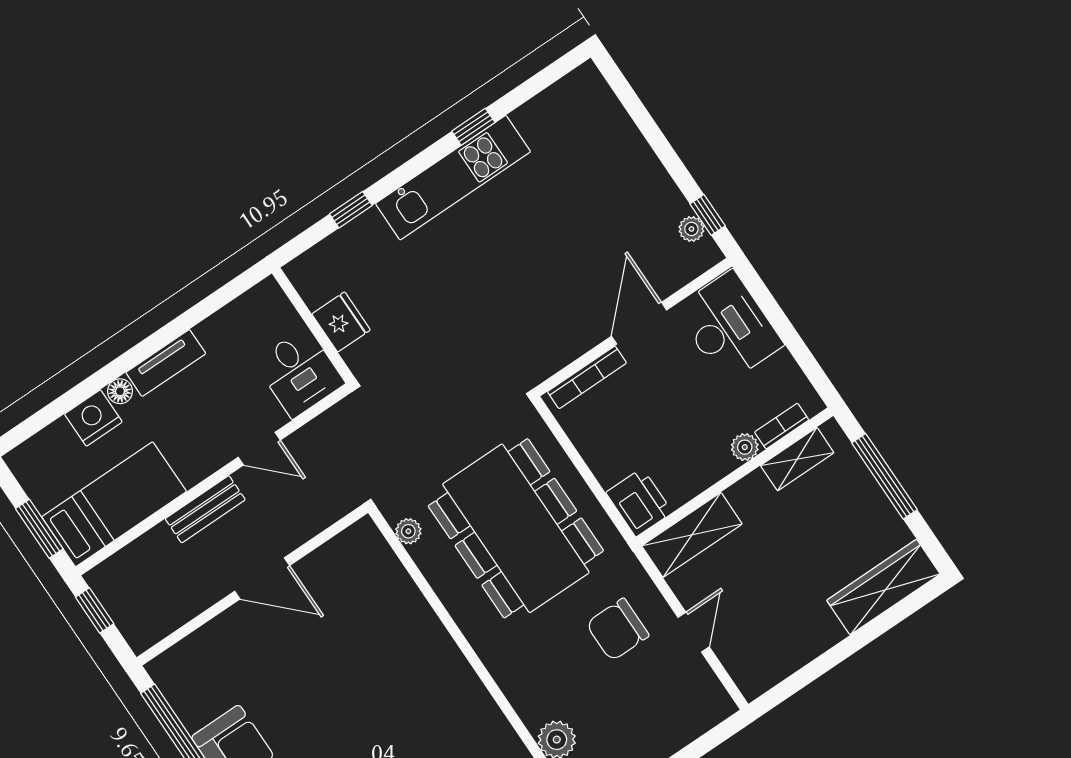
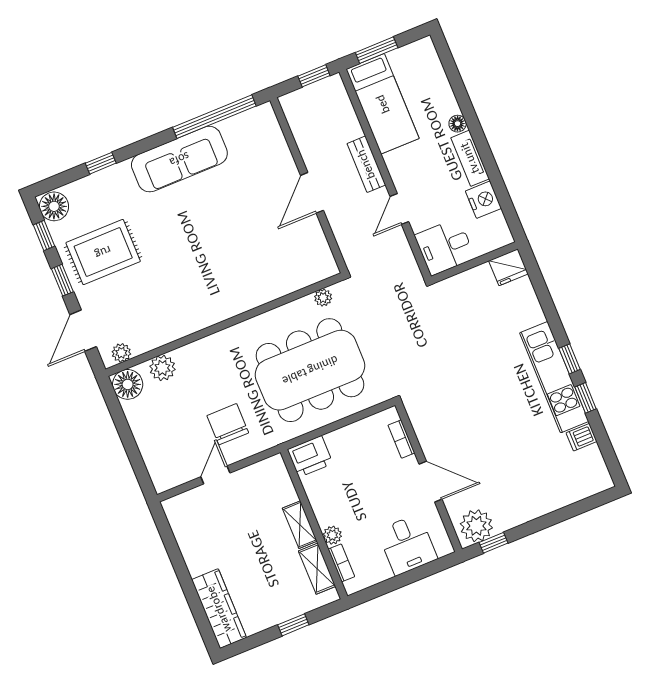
dishwasher: (531, 121) -> (582, 437), added
window: (351, 210) -> (570, 359), moved
plant: (691, 229) -> (476, 526), width x1.87, depth x1.87
fridge: (341, 322) -> (508, 267), moved
desk: (729, 327) -> (407, 545), width x0.73
bookcase: (587, 377) -> (401, 439), width x0.64
nightstand: (93, 418) -> (483, 200), moved
window: (884, 476) -> (293, 625), width x0.46
shelving: (692, 535) -> (300, 525), moved, width x0.67, depth x0.75
door: (694, 632) -> (215, 475), swing flipped

